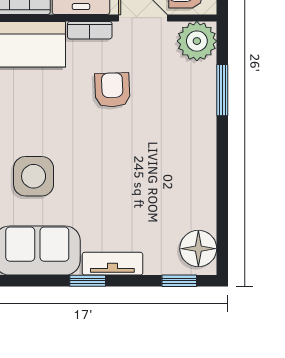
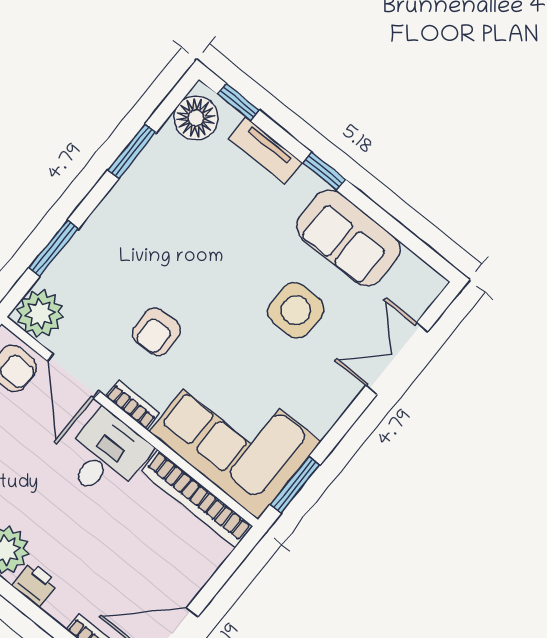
window: (222, 194) -> (132, 151), added
tv unit: (112, 264) -> (265, 150), moved

